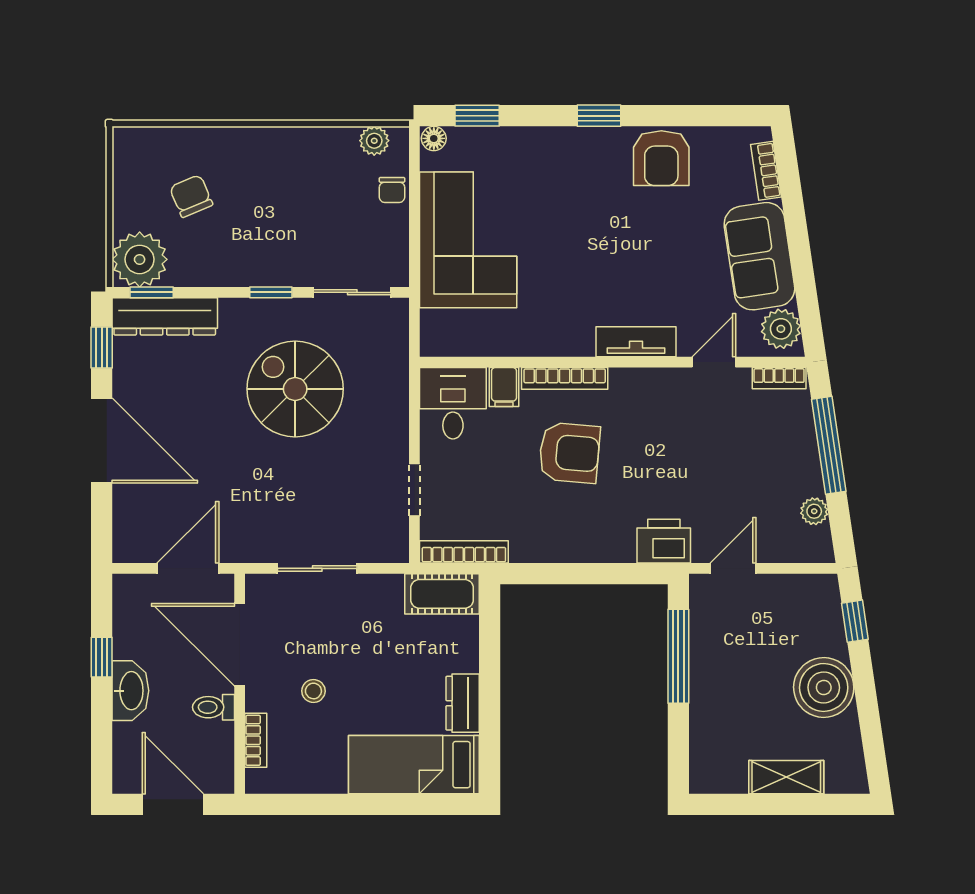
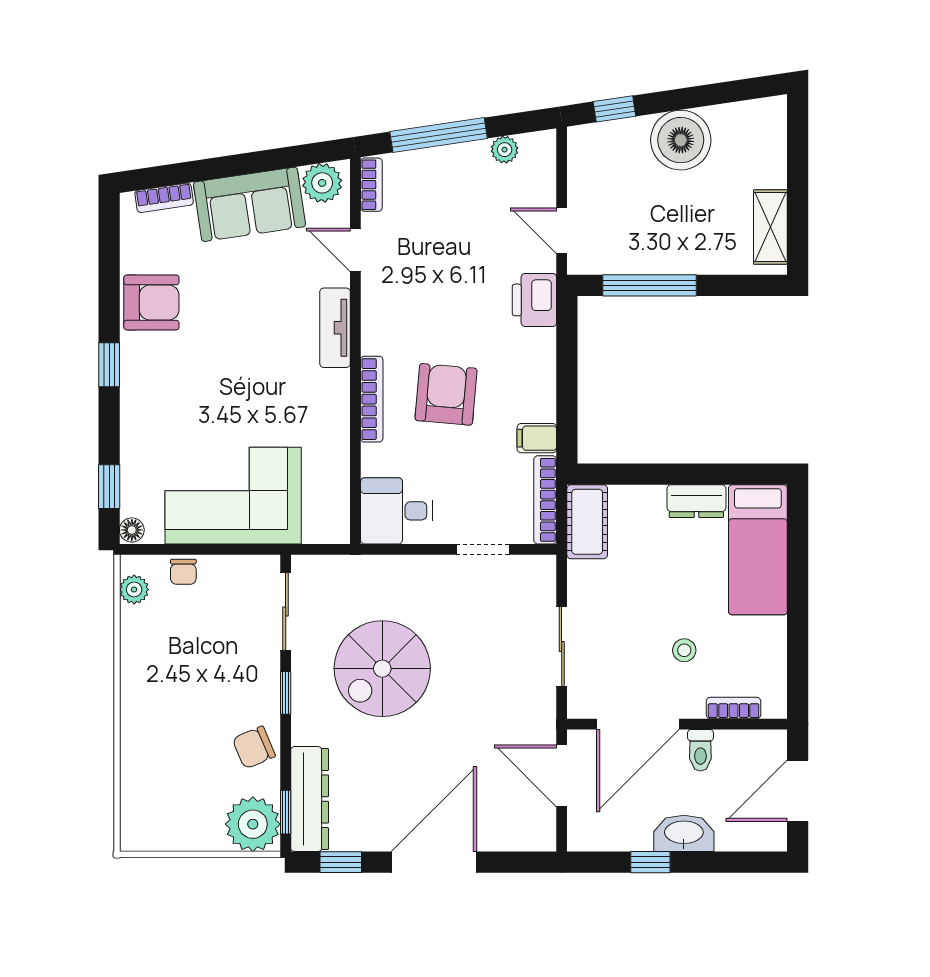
chair: (392, 190) -> (183, 572), turned 90
chair: (191, 196) -> (254, 747), moved
filing cabinet: (504, 387) -> (537, 438), moved, turned 180
shelving: (786, 777) -> (770, 227), moved

